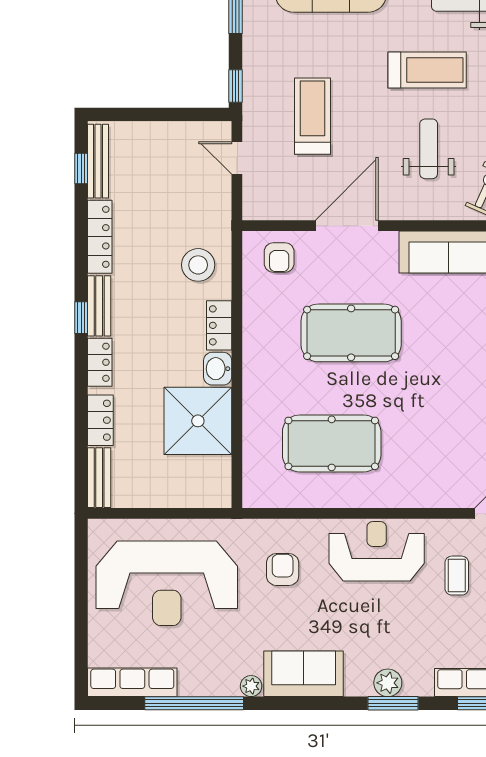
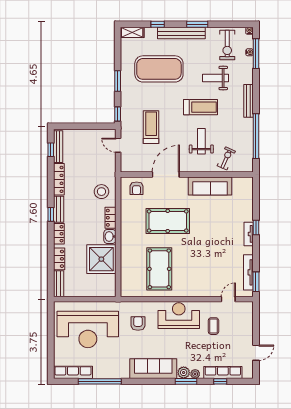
pool table: (332, 443) -> (159, 269), turned 90
sofa: (304, 674) -> (153, 369), width x1.36
plant: (251, 686) -> (195, 374), moved

